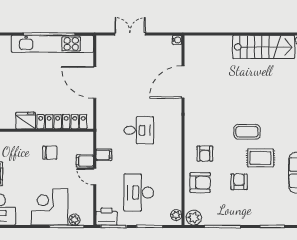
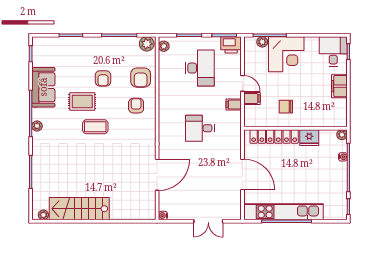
armchair: (200, 183) -> (141, 78), turned -90

